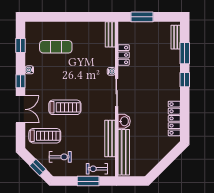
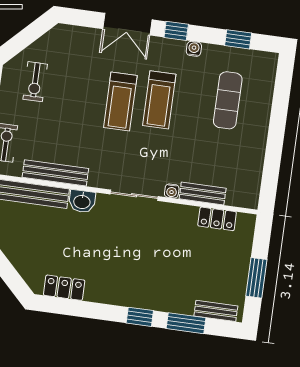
window: (142, 17) -> (256, 278), moved
bench: (110, 34) -> (203, 193), moved
locker: (124, 55) -> (217, 219), moved
locker: (174, 118) -> (64, 288), width x0.66
treadmill: (45, 136) -> (159, 100), moved
window: (38, 167) -> (22, 40), removed

